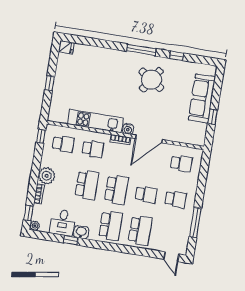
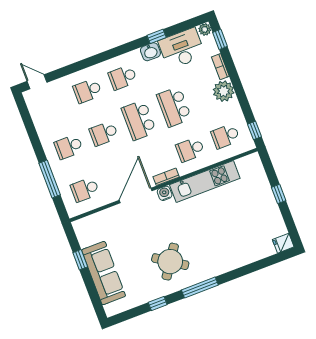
window: (195, 222) -> (50, 179), moved
desk: (63, 223) -> (182, 49), width x1.37
school desk: (111, 226) -> (123, 77), width x0.54
school desk: (140, 230) -> (88, 91), width x0.54

